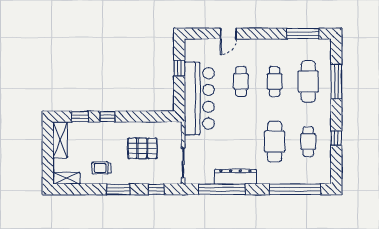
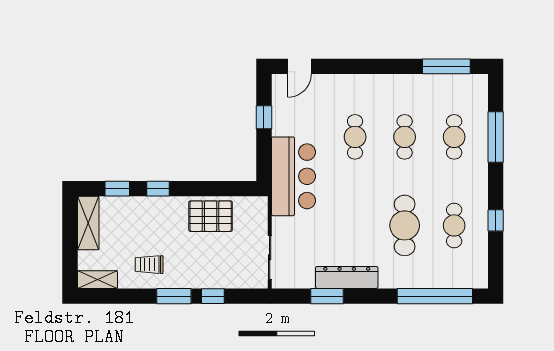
door: (228, 34) -> (299, 66), moved
cafe table: (308, 81) -> (454, 137), width x0.73, depth x0.74
bar counter: (199, 98) -> (293, 176), width x0.73
pallet: (142, 148) -> (211, 216), moved
window: (156, 189) -> (213, 296), moved
window: (222, 189) -> (327, 296), width x0.47

